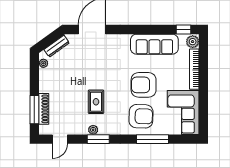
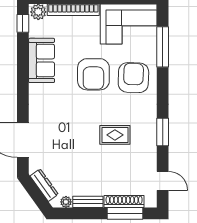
sofa: (154, 44) -> (42, 60), width x0.73
bench: (44, 81) -> (88, 202), added
plant: (93, 130) -> (151, 139), removed
window: (153, 139) -> (163, 47), moved

